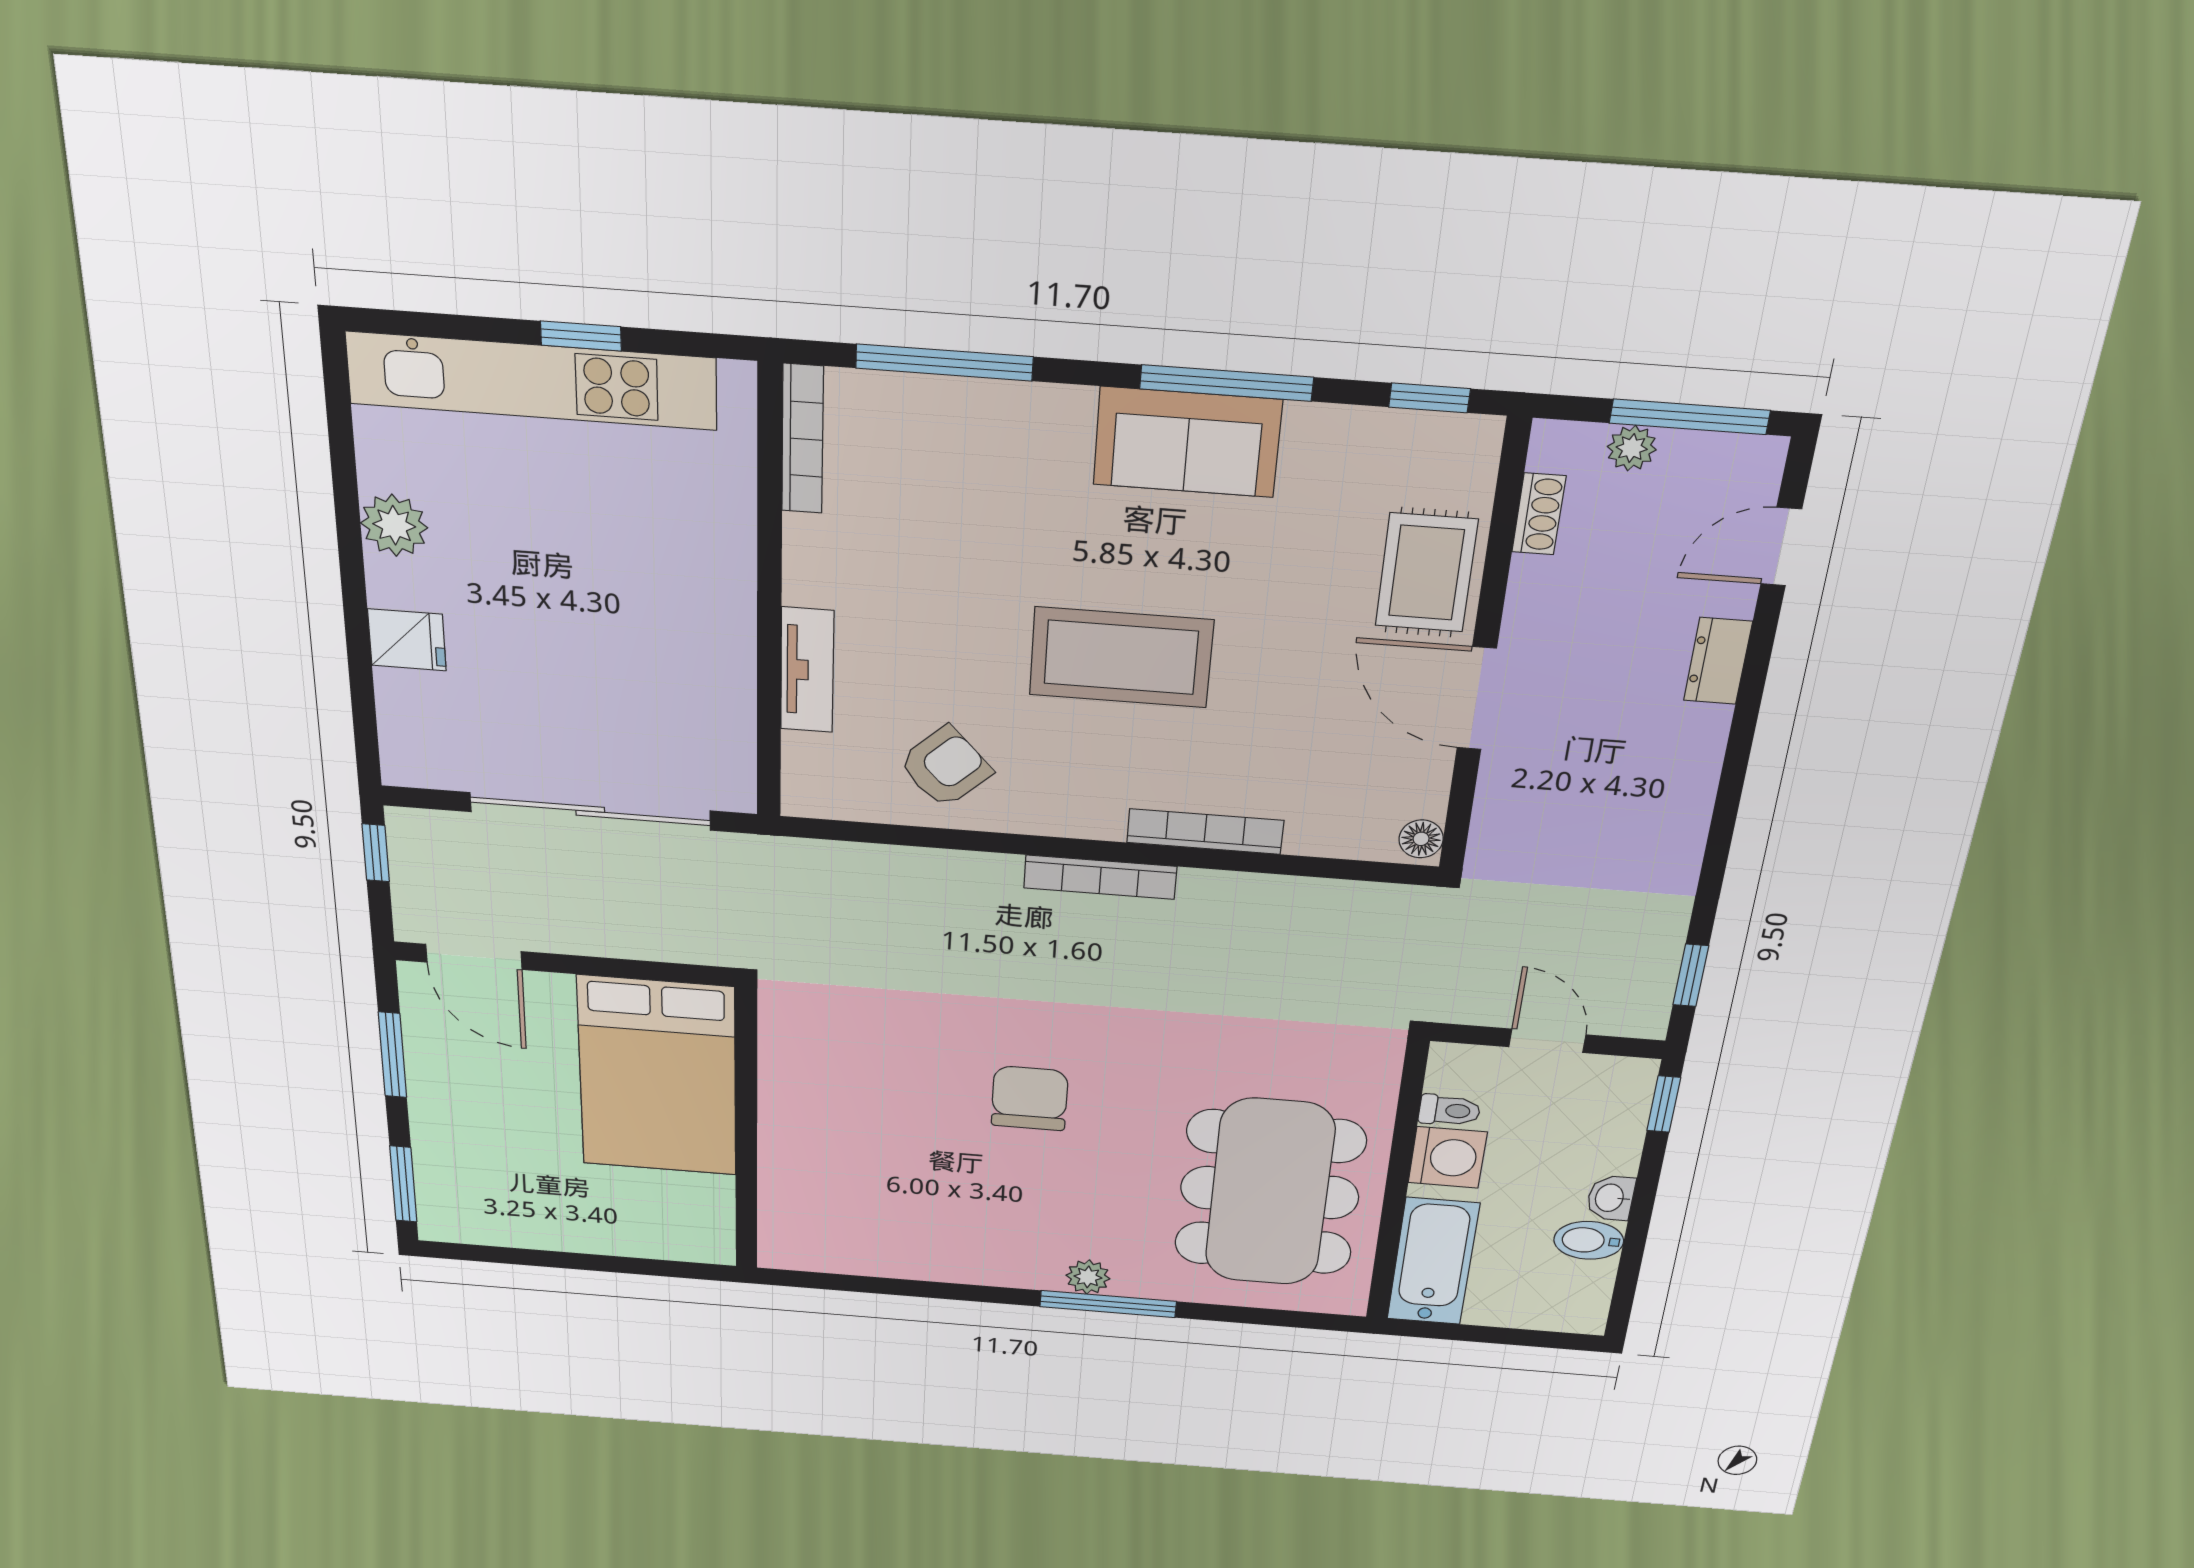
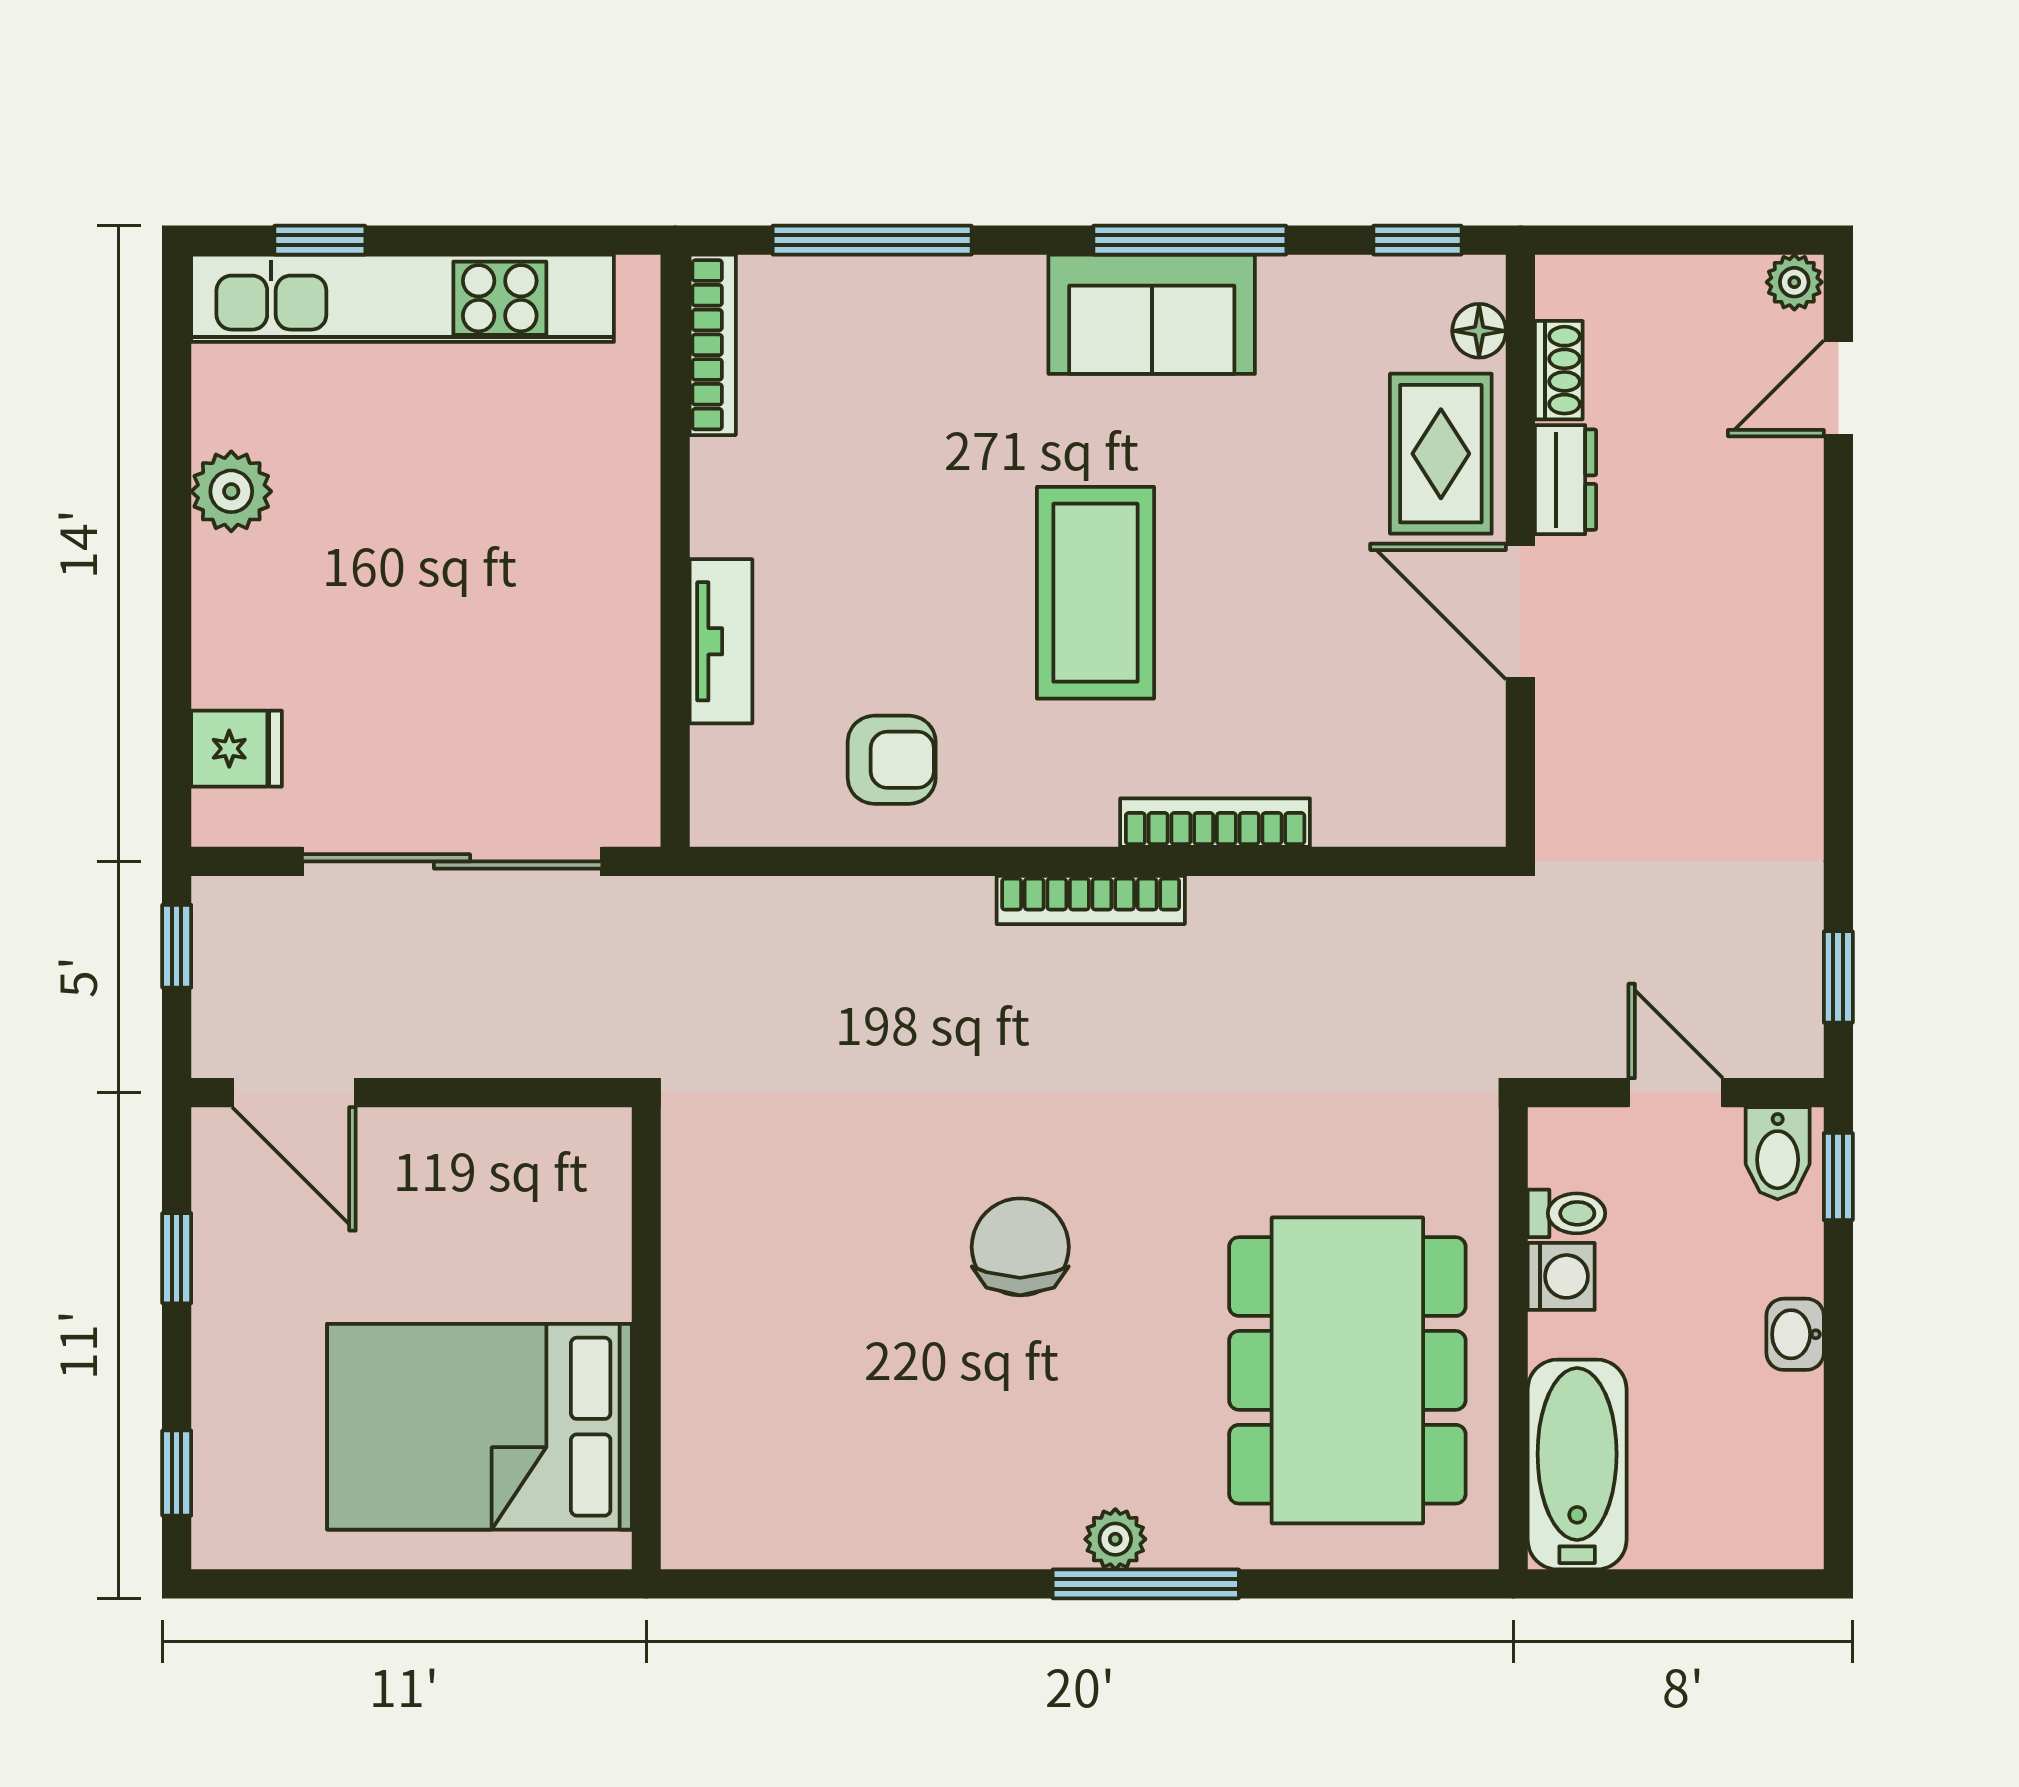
window: (581, 336) -> (320, 240), moved
window: (1690, 417) -> (1708, 240), removed
plant: (1632, 448) -> (1794, 282), moved
fridge: (407, 640) -> (236, 749), moved
coffee table: (1121, 657) -> (1095, 593), turned 90
dresser: (1718, 661) -> (1566, 480), moved, turned 180
armchair: (945, 767) -> (892, 760), turned 43
floor lamp: (1421, 839) -> (1479, 331), moved
window: (393, 1055) -> (177, 1258), width x0.67
bed: (658, 1077) -> (479, 1427), moved, turned 90
washing machine: (1448, 1157) -> (1561, 1276), width x0.73, depth x0.73
window: (403, 1184) -> (177, 1473), width x0.67
bidet: (1589, 1240) -> (1778, 1153), moved, turned -90

